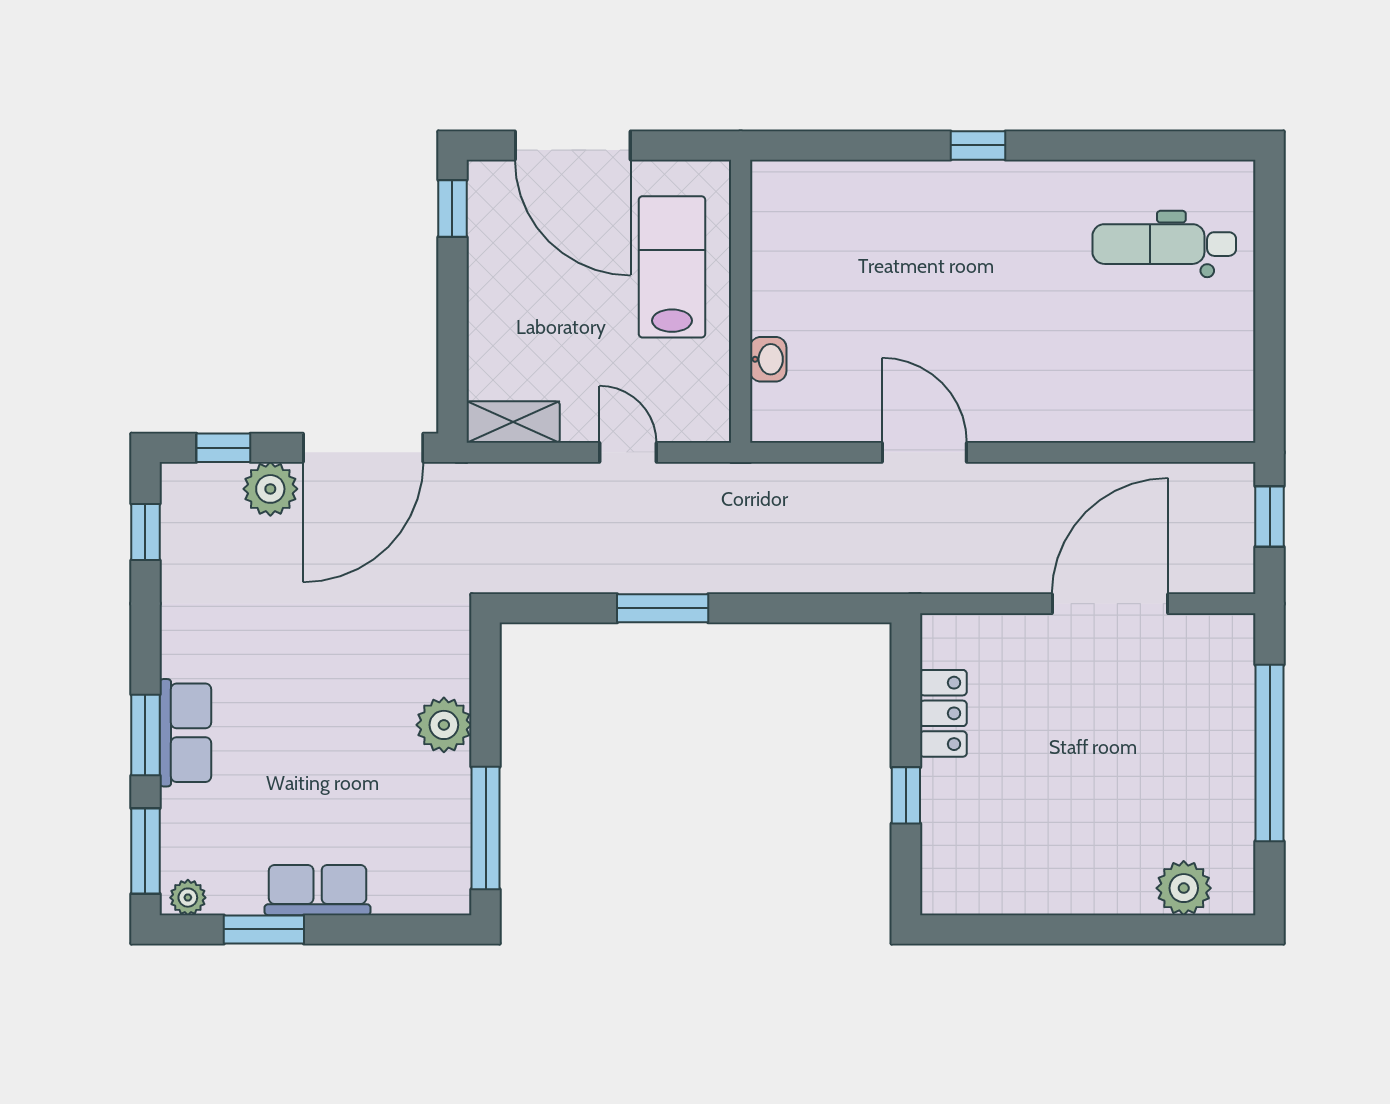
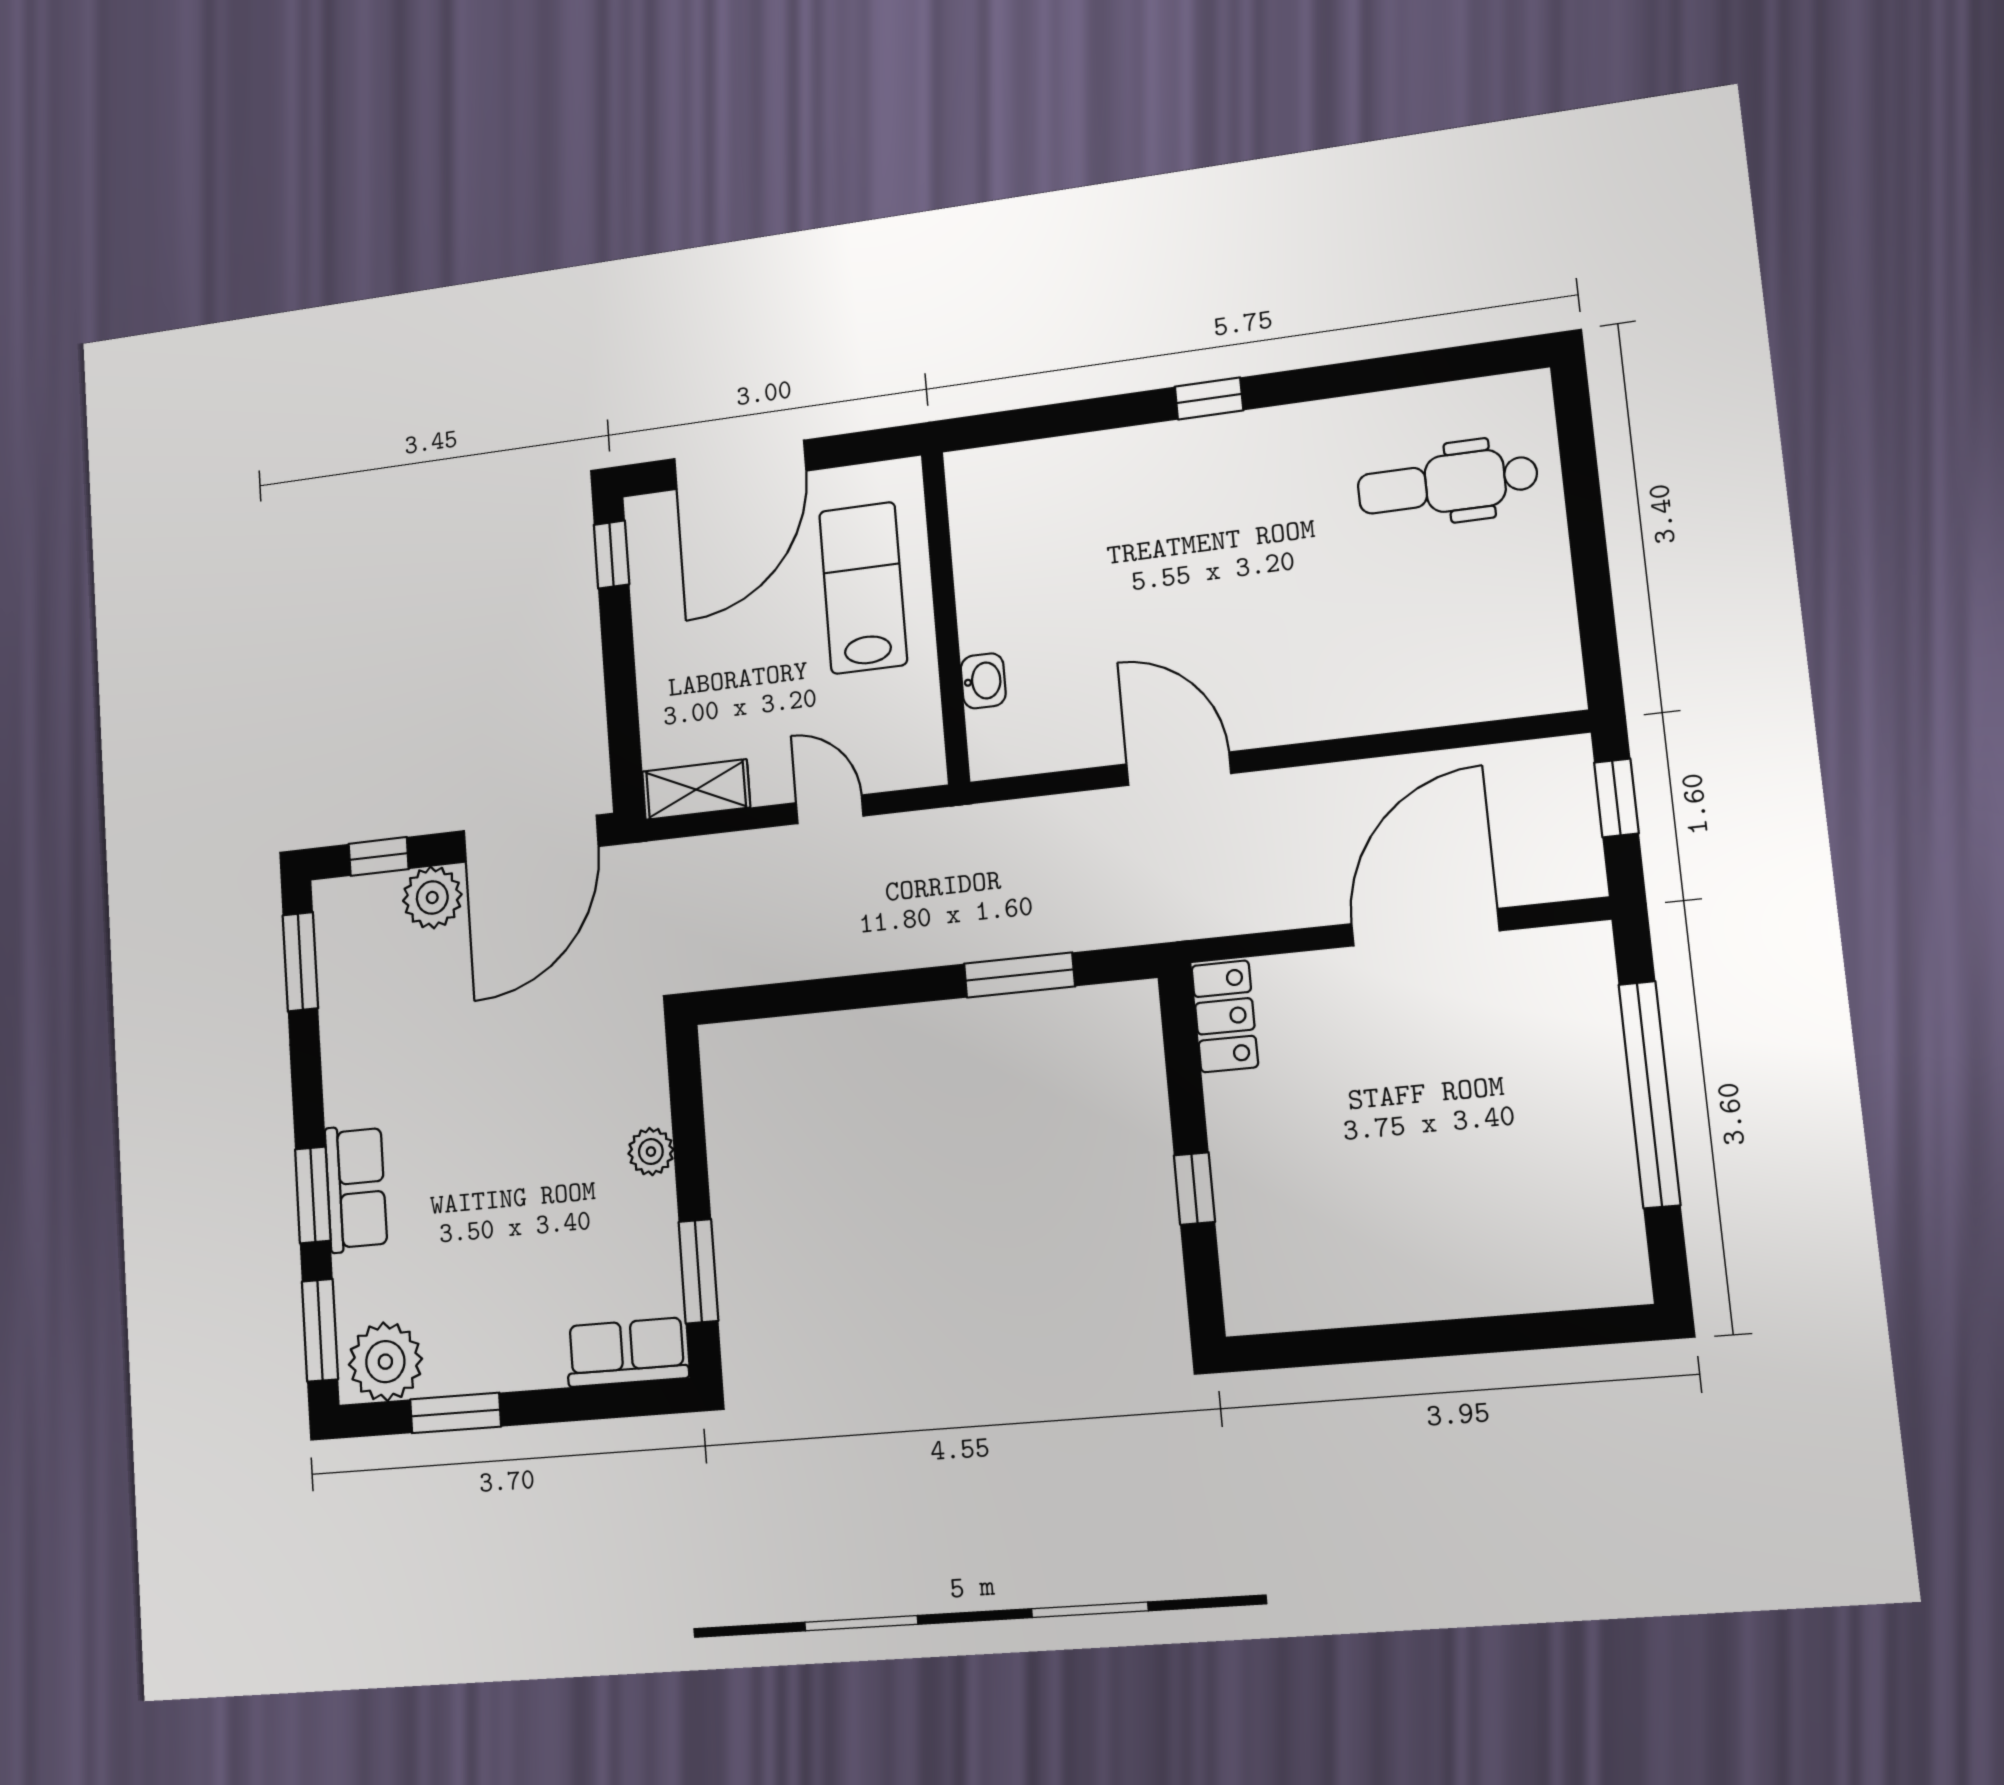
door: (573, 145) -> (740, 465), hinge flipped
window: (145, 532) -> (300, 962), width x1.50
window: (663, 608) -> (1019, 975), moved
locker: (943, 713) -> (1225, 1016), moved
plant: (444, 725) -> (651, 1152), width x0.73, depth x0.73
window: (486, 828) -> (698, 1271), width x0.69
plant: (1184, 888) -> (1557, 1276), removed
row of seats: (318, 890) -> (627, 1352), moved
plant: (188, 898) -> (385, 1362), width x1.87, depth x1.87

